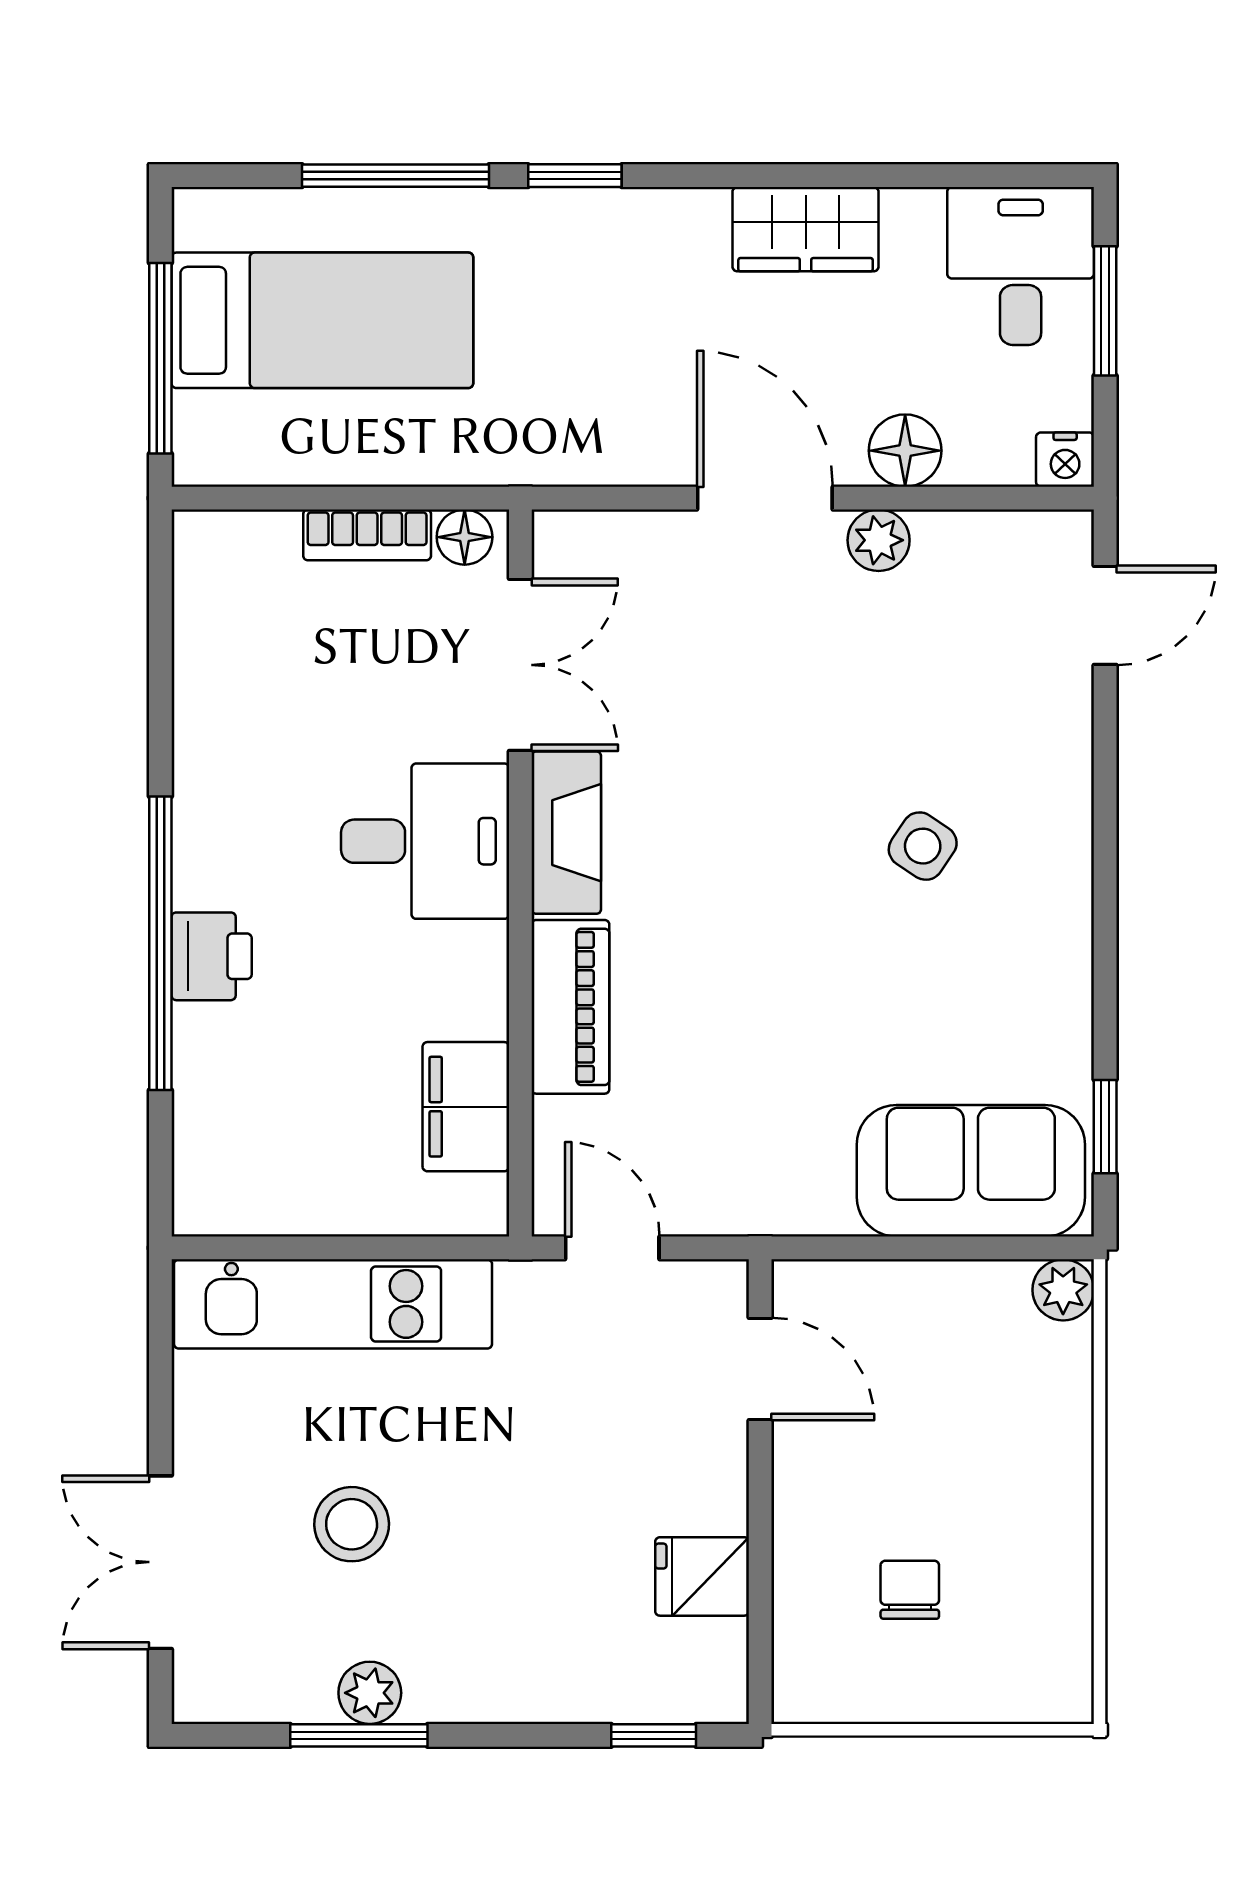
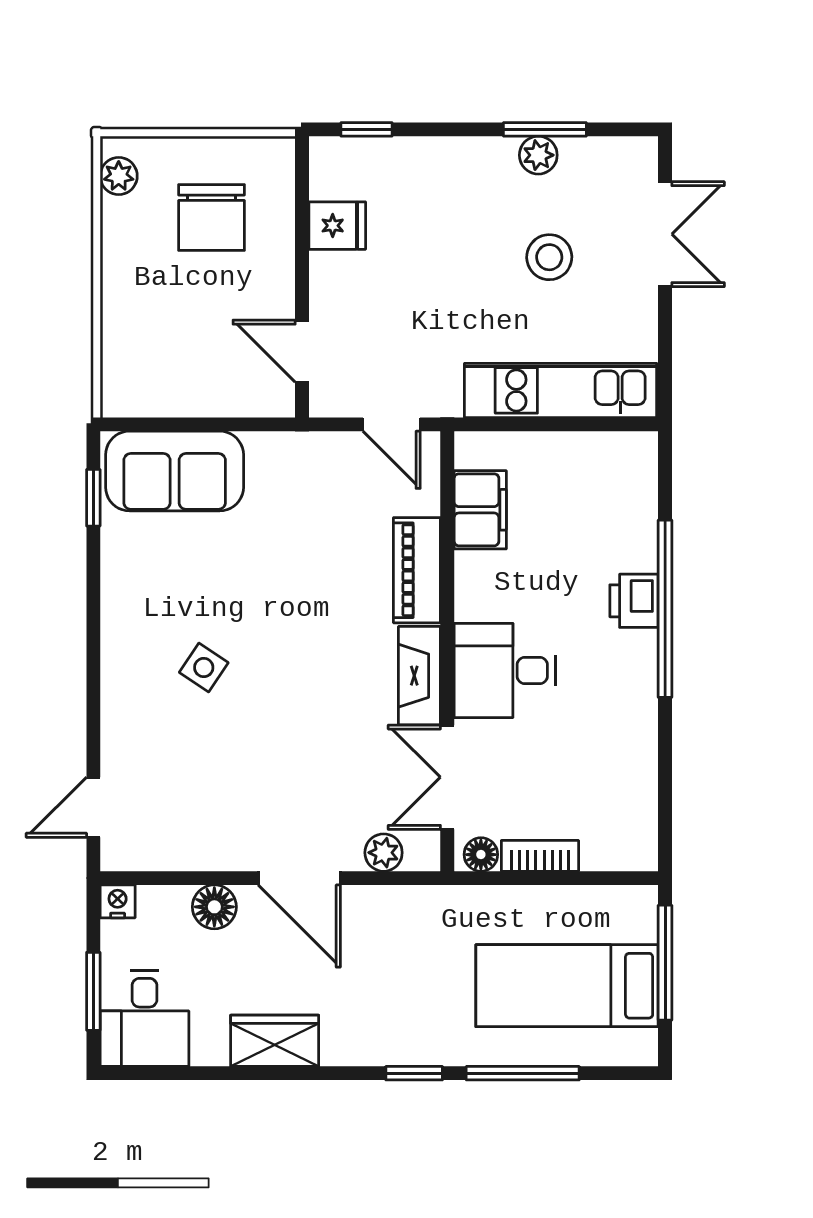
plant: (879, 540) -> (384, 853), moved
plant: (1063, 1290) -> (119, 176), moved
chair: (910, 1590) -> (212, 218), width x1.87, depth x1.87

